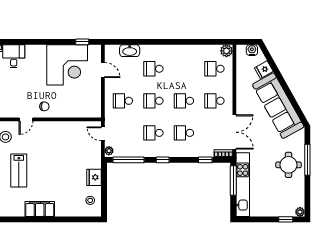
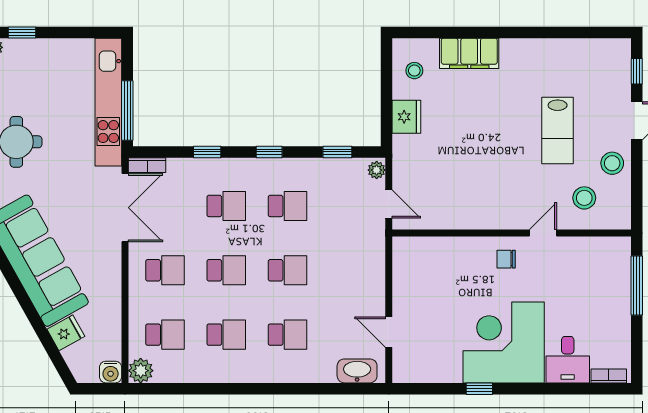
window: (82, 42) -> (479, 389), moved
water cooler: (252, 50) -> (111, 372), moved
washbasin: (130, 51) -> (357, 371), moved
corner desk: (67, 65) -> (504, 342), moved
school desk: (123, 101) -> (226, 335), moved
double door: (234, 132) -> (125, 208), swing flipped
window: (129, 160) -> (337, 152), width x0.46
window: (205, 160) -> (207, 152), moved
lab bench: (19, 170) -> (558, 131), turned 180
filing cabinet: (40, 209) -> (469, 53), moved

